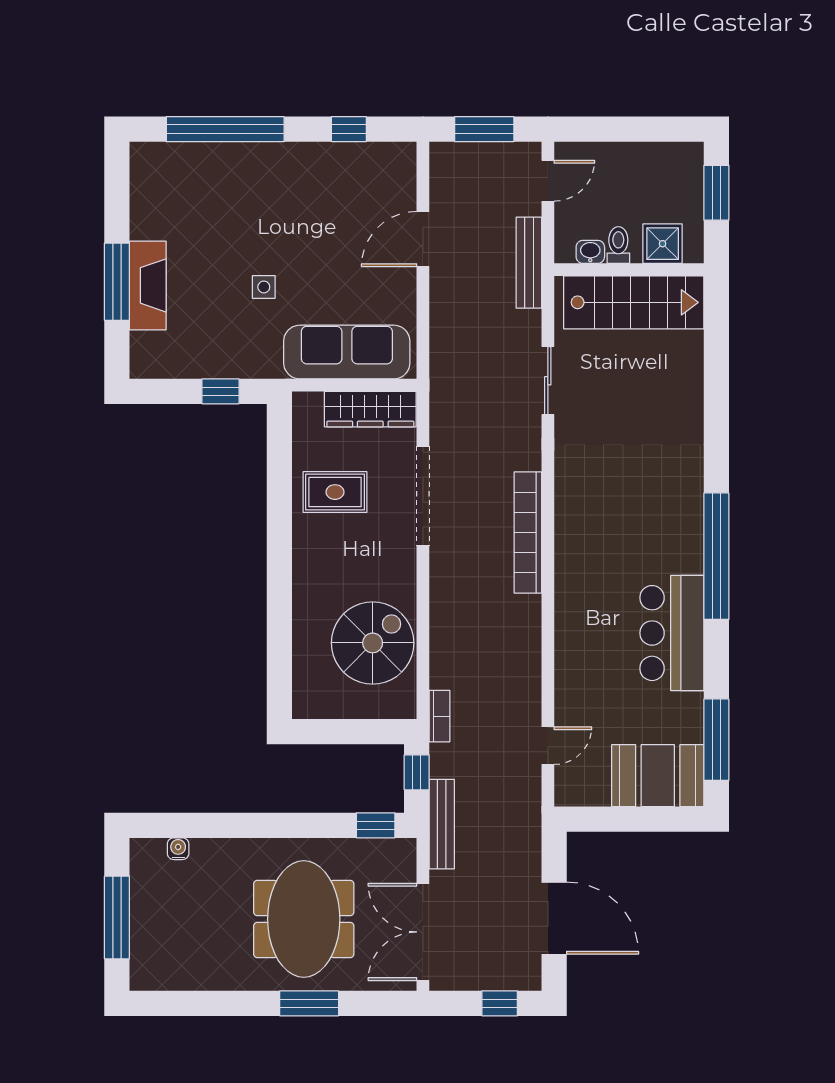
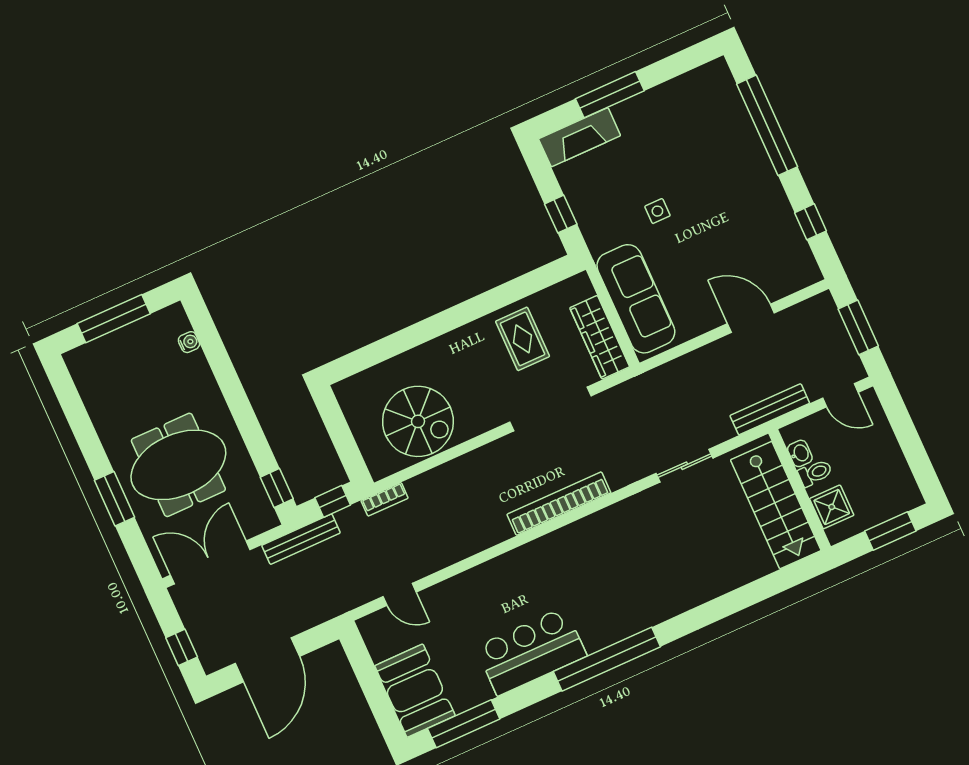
fireplace: (148, 285) -> (580, 137), moved

